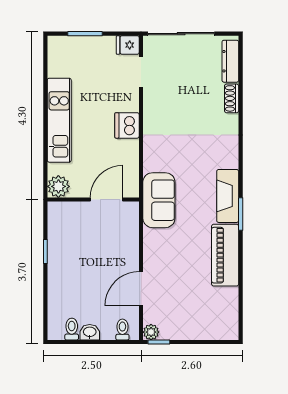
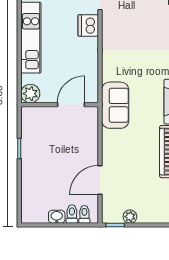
dishwasher: (127, 125) -> (88, 25), moved
toilet: (72, 329) -> (72, 214), moved
plant: (151, 332) -> (130, 217), moved

